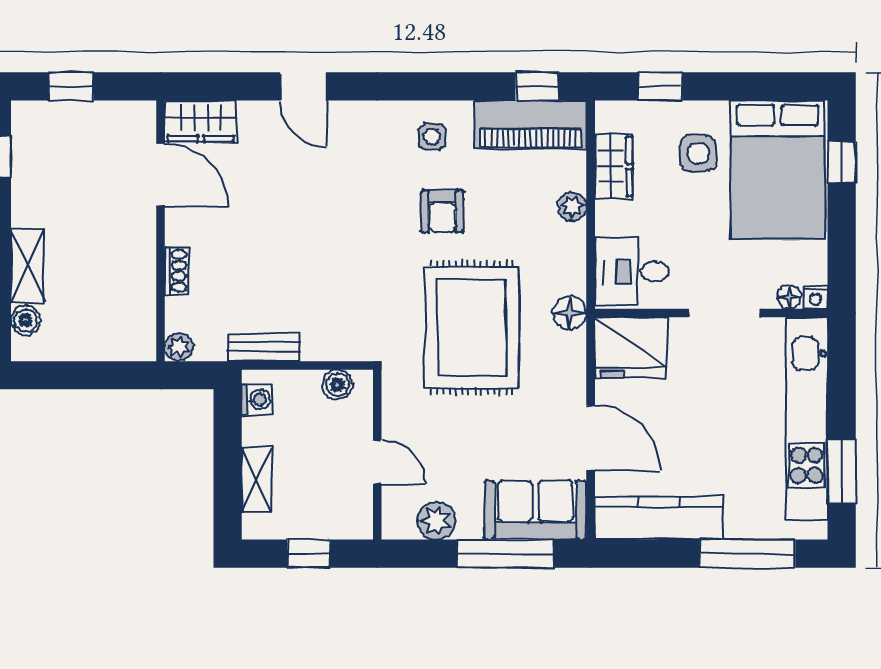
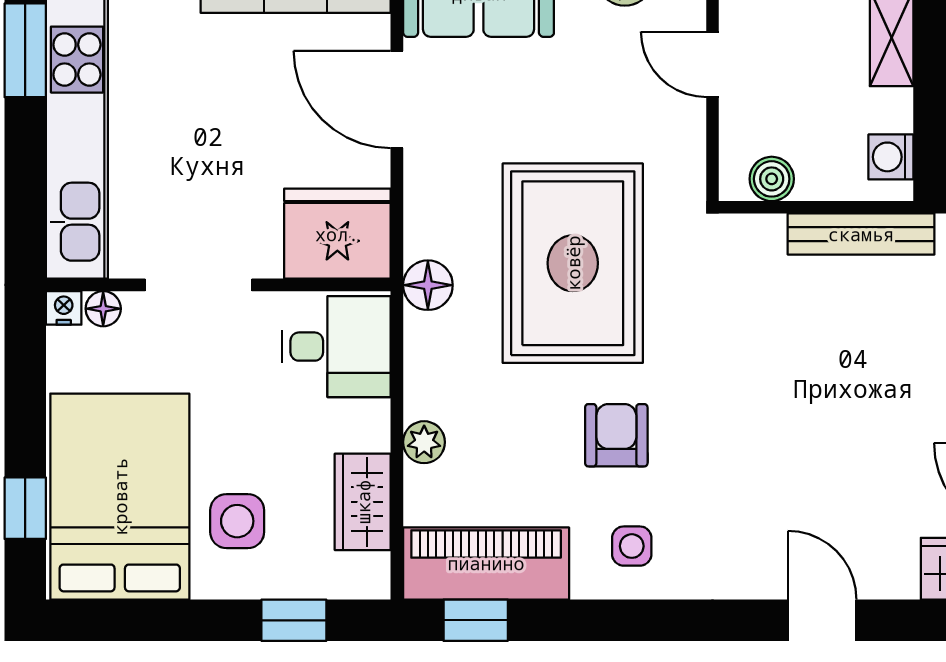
bench: (264, 347) -> (861, 234), width x1.36

